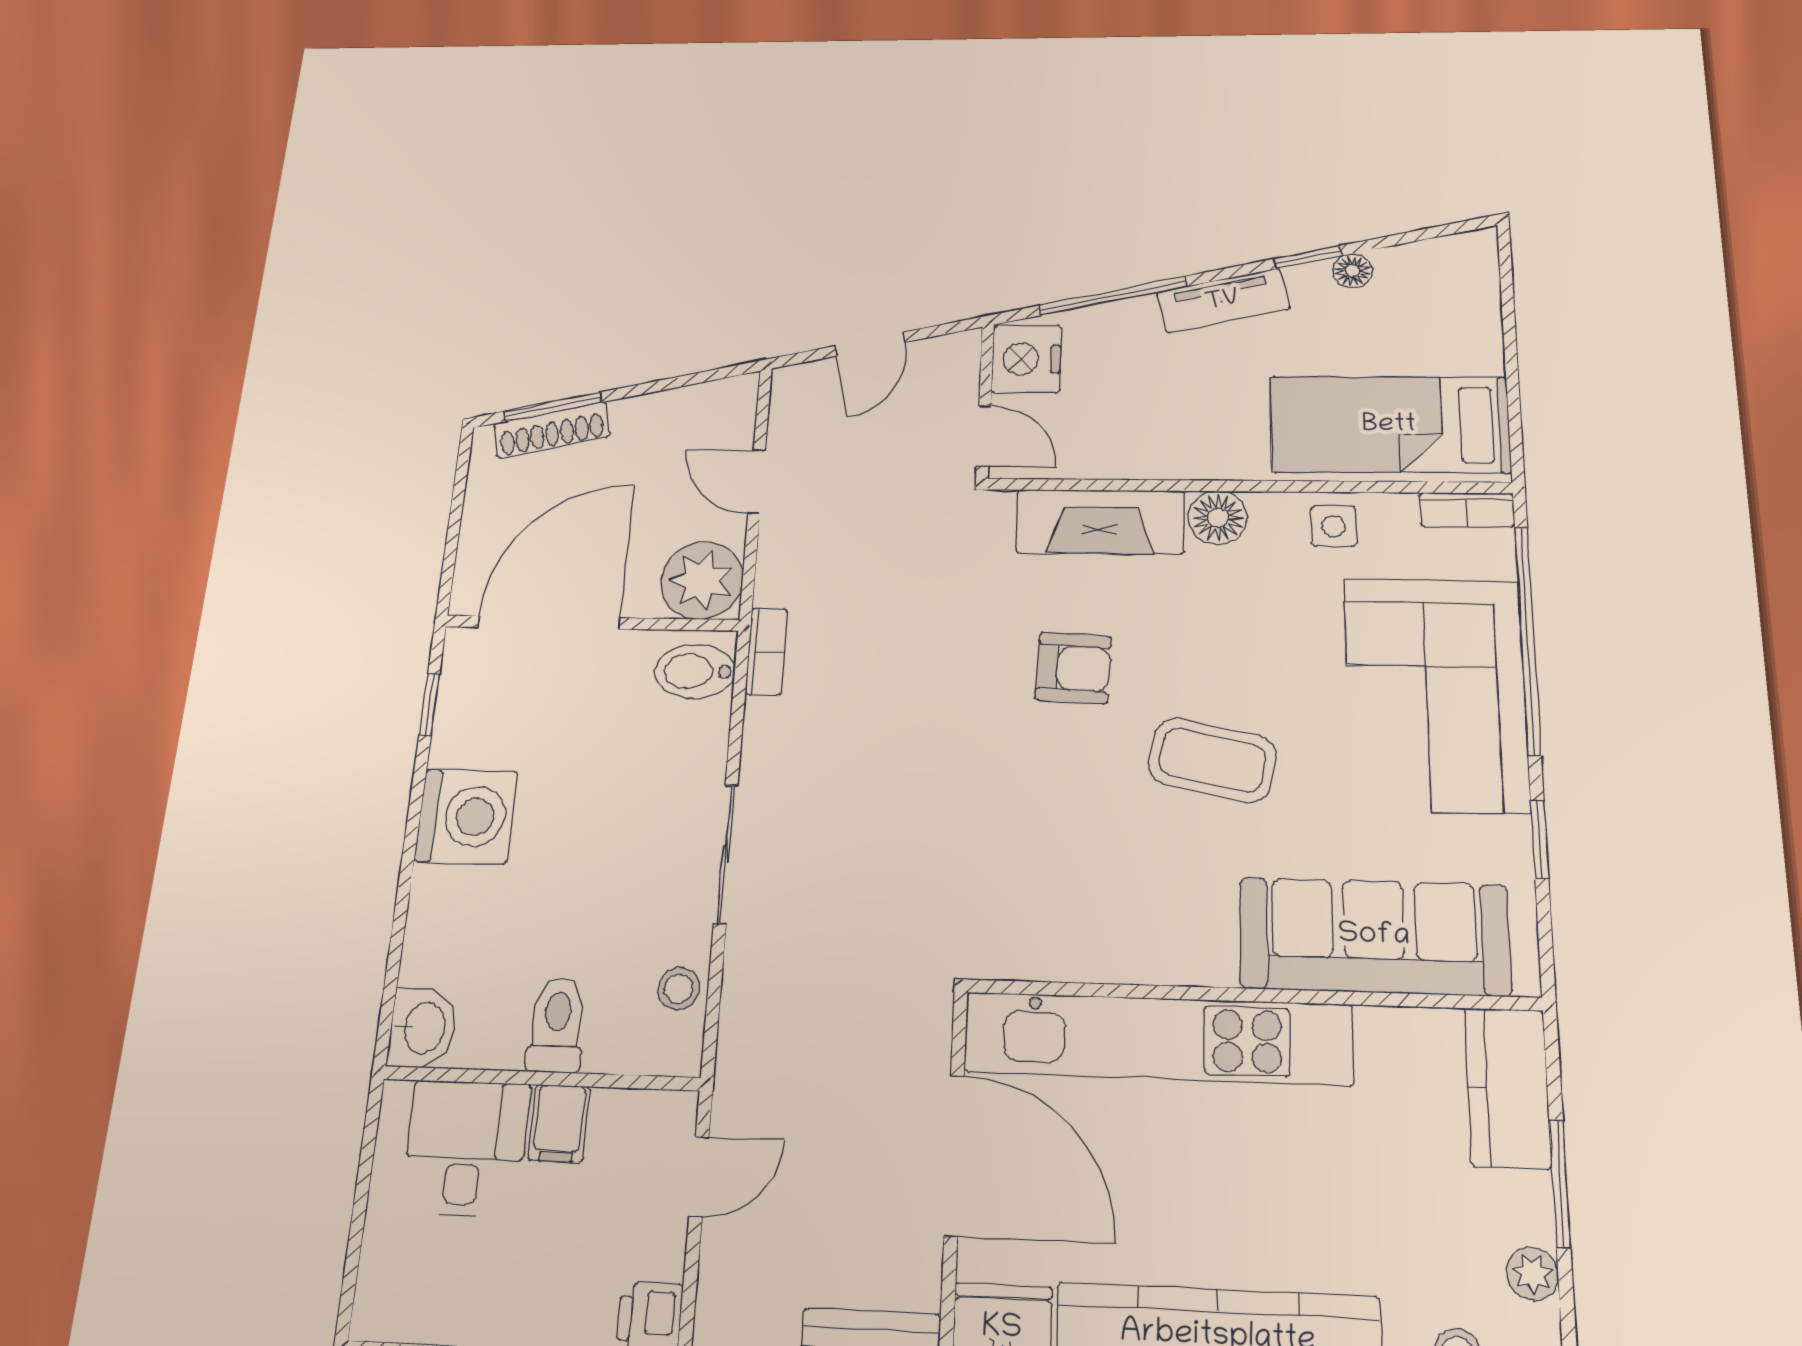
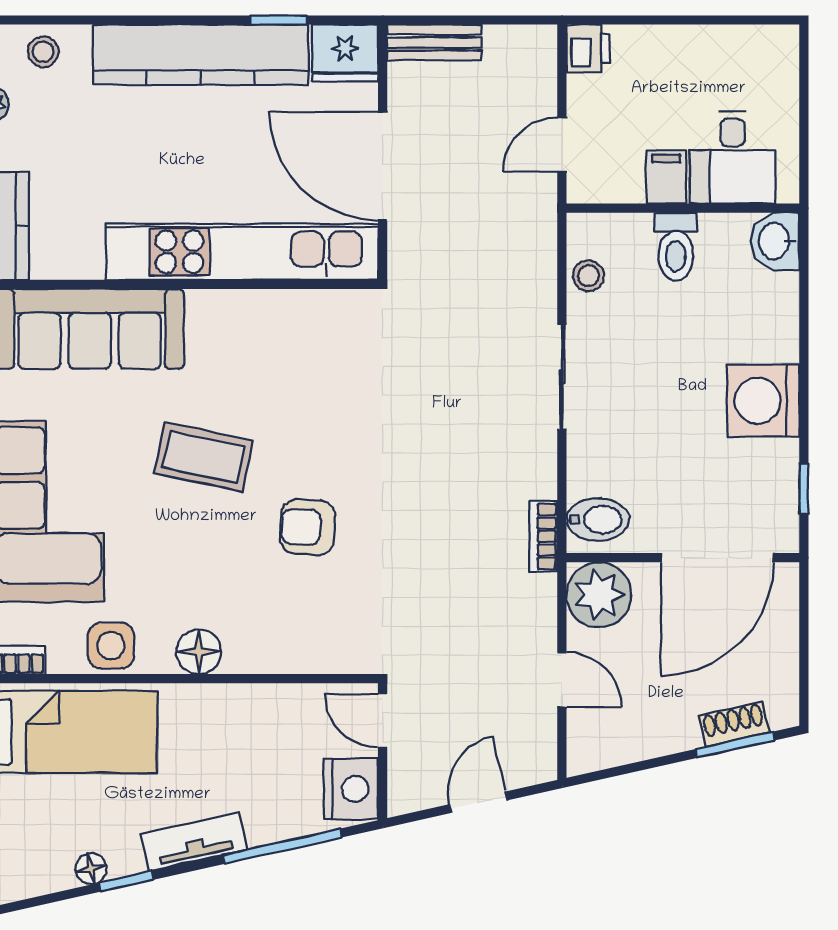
shoe rack: (551, 430) -> (734, 724), width x0.70
fireplace: (1100, 522) -> (290, 648), removed
side table: (1334, 526) -> (111, 646), width x1.37, depth x1.37

